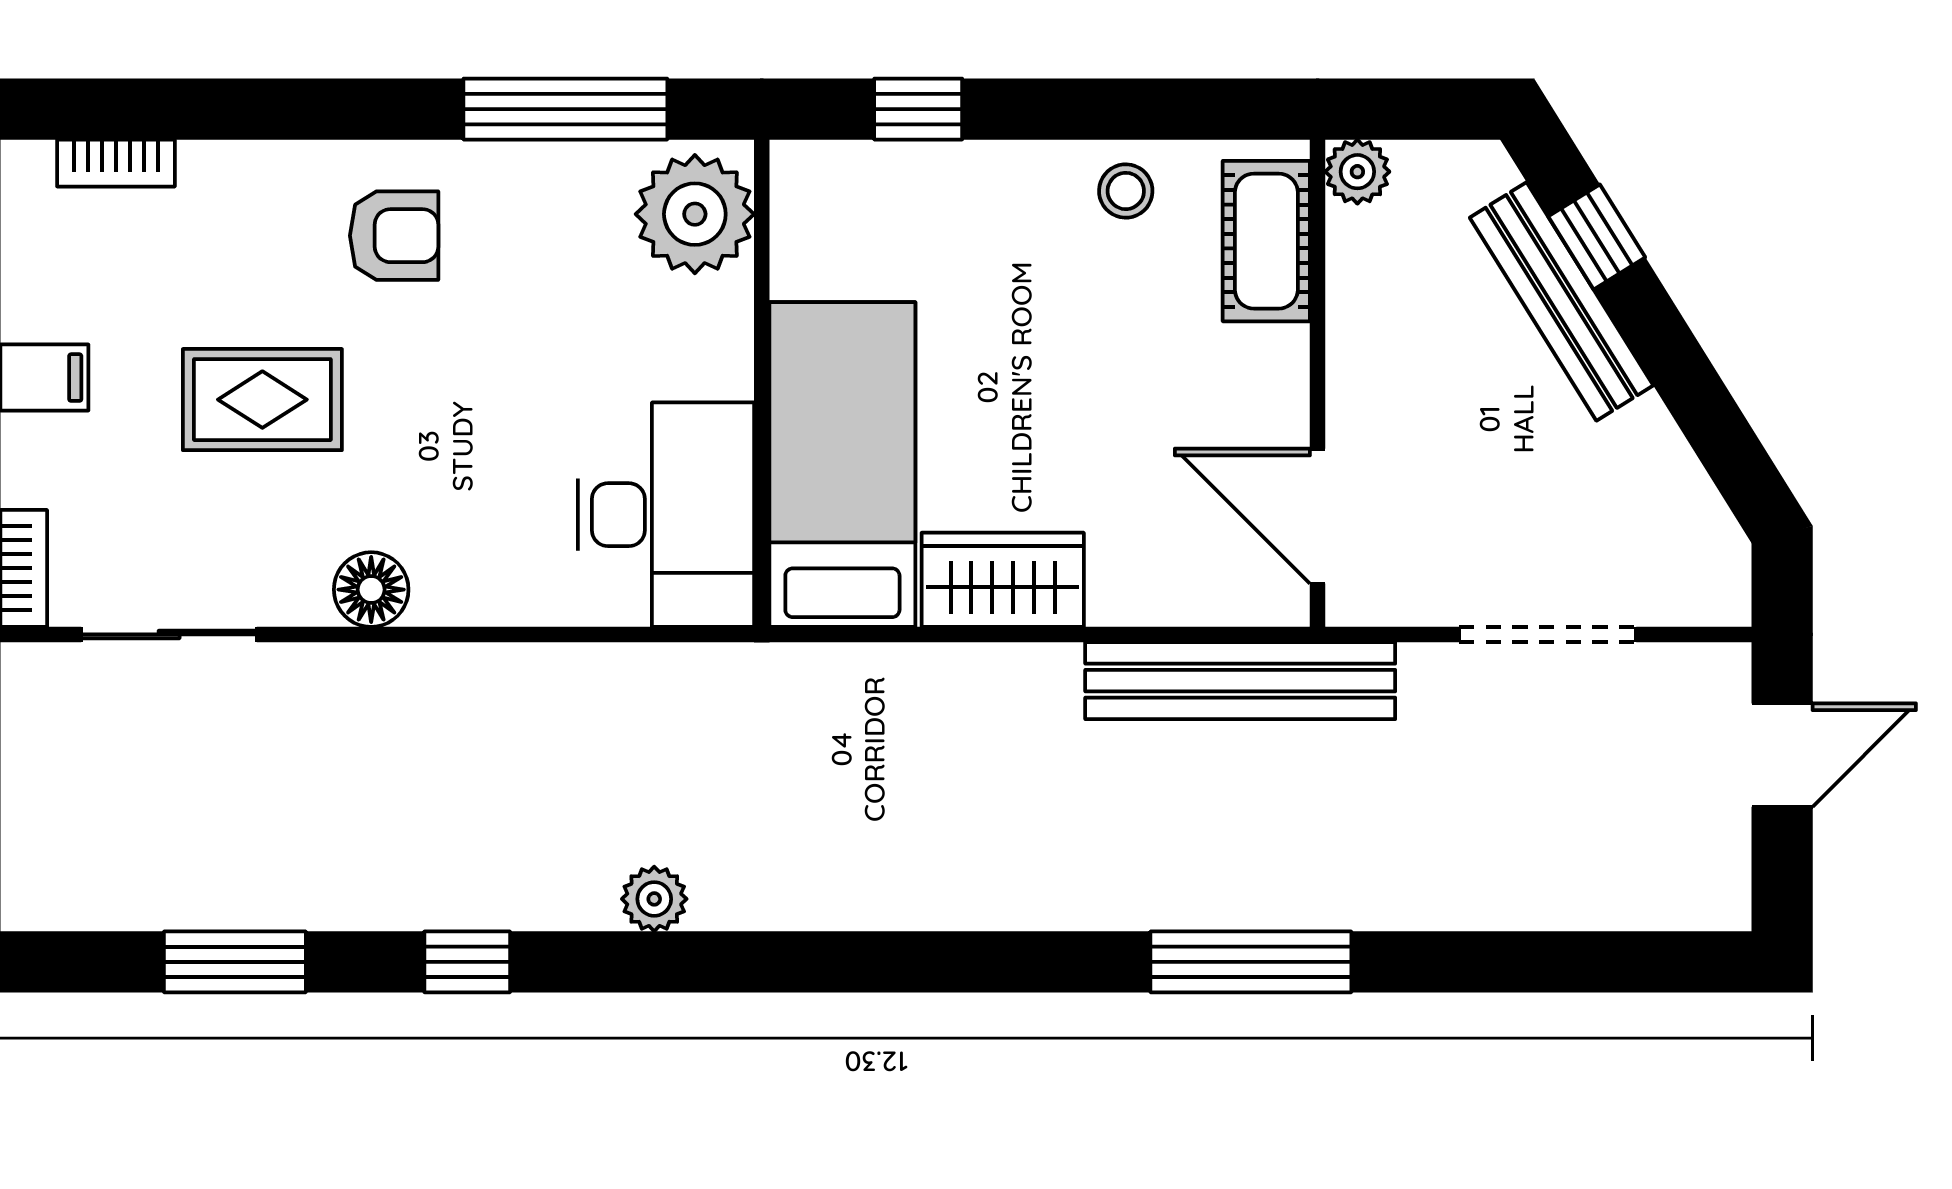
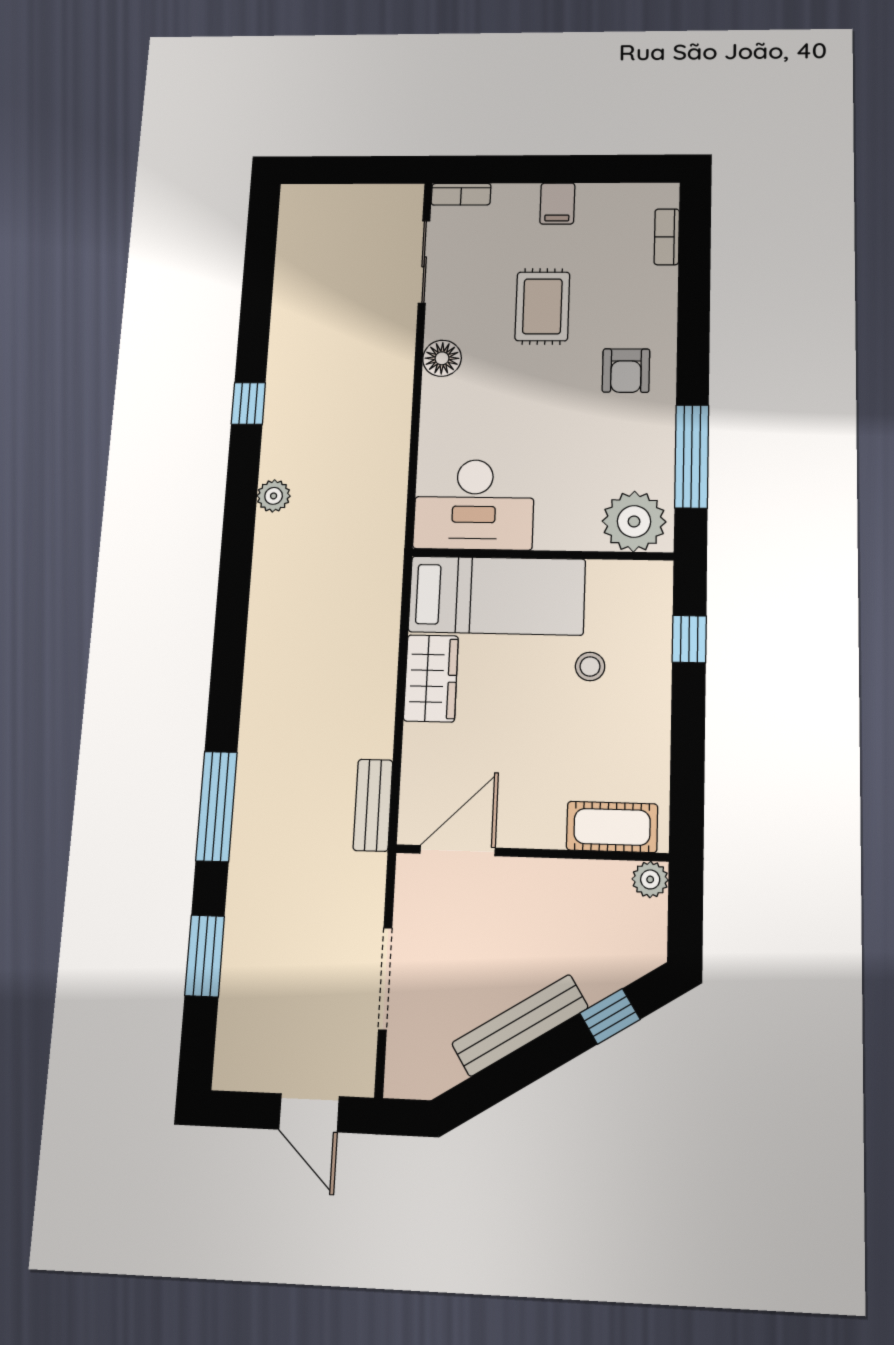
stool: (1126, 191) -> (590, 666), moved
bench: (1562, 301) -> (520, 1025), moved
bench: (1240, 681) -> (373, 805), width x0.54, depth x0.82
window: (235, 962) -> (205, 956), moved

